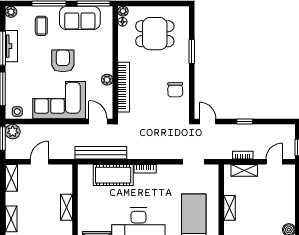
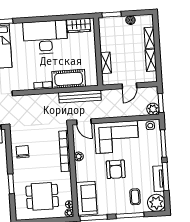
plant: (11, 12) -> (156, 203), width x1.87, depth x1.87
sofa: (80, 18) -> (86, 198), moved, turned 90
shelving: (11, 178) -> (151, 60), moved
shelving: (66, 207) -> (106, 63), moved

